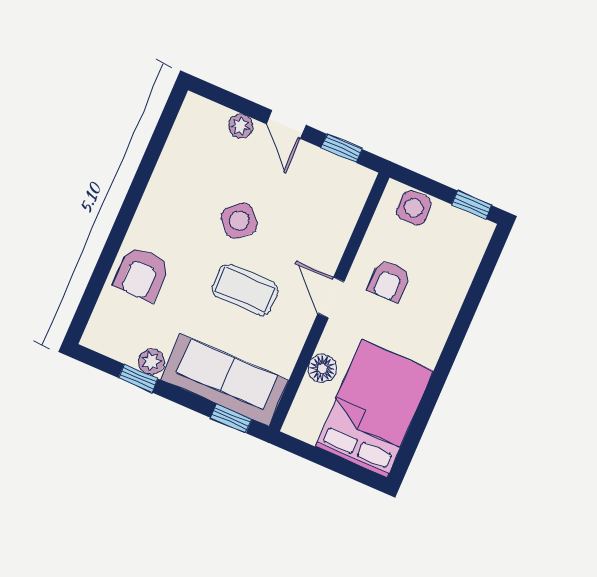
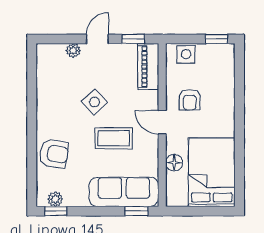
door: (286, 125) -> (97, 39), swing flipped
piano: (347, 202) -> (148, 67), added
armchair: (141, 274) -> (54, 154), turned -81
plant: (151, 362) -> (55, 199), moved
window: (138, 378) -> (56, 211), moved

